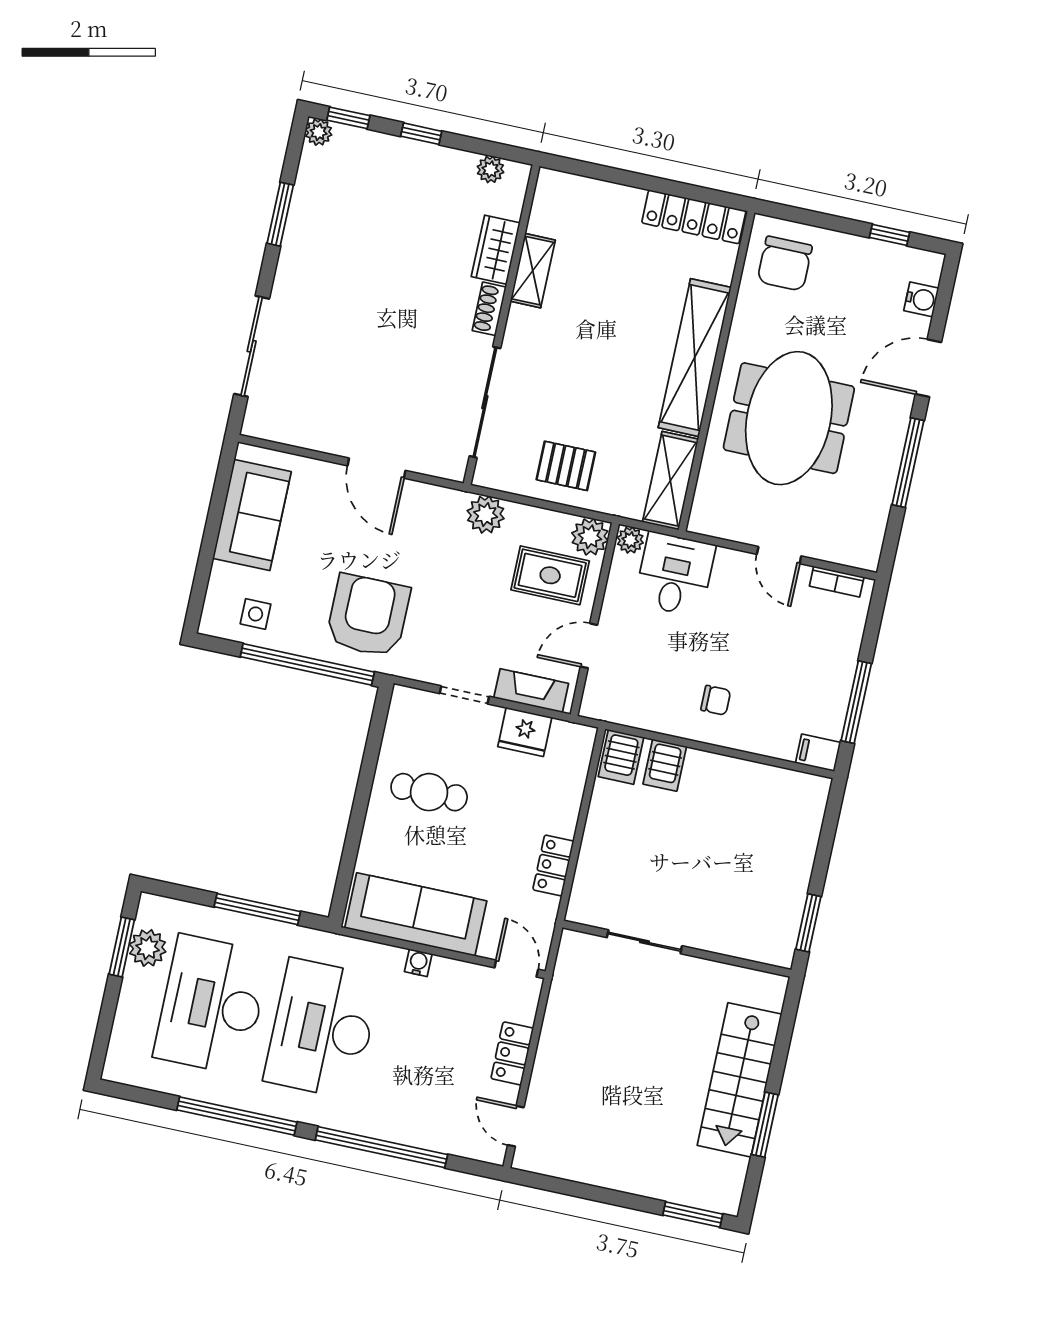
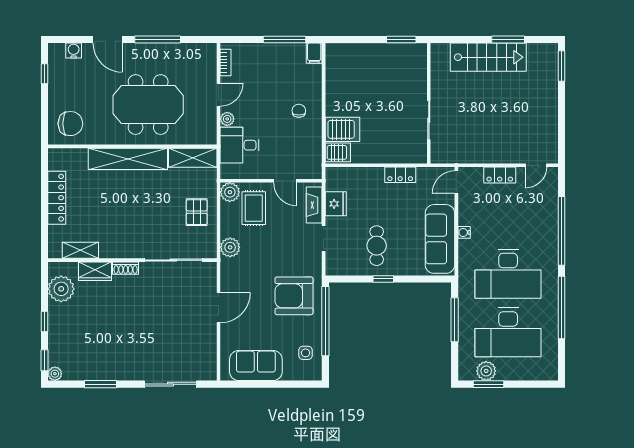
plant: (490, 169) -> (61, 289), width x1.88, depth x1.88
locker: (694, 217) -> (57, 198), moved
shelving: (533, 271) -> (80, 250), moved
plant: (630, 540) -> (227, 119), moved
server rack: (665, 765) -> (342, 129), width x1.36, depth x1.44
window: (363, 791) -> (383, 279), added

